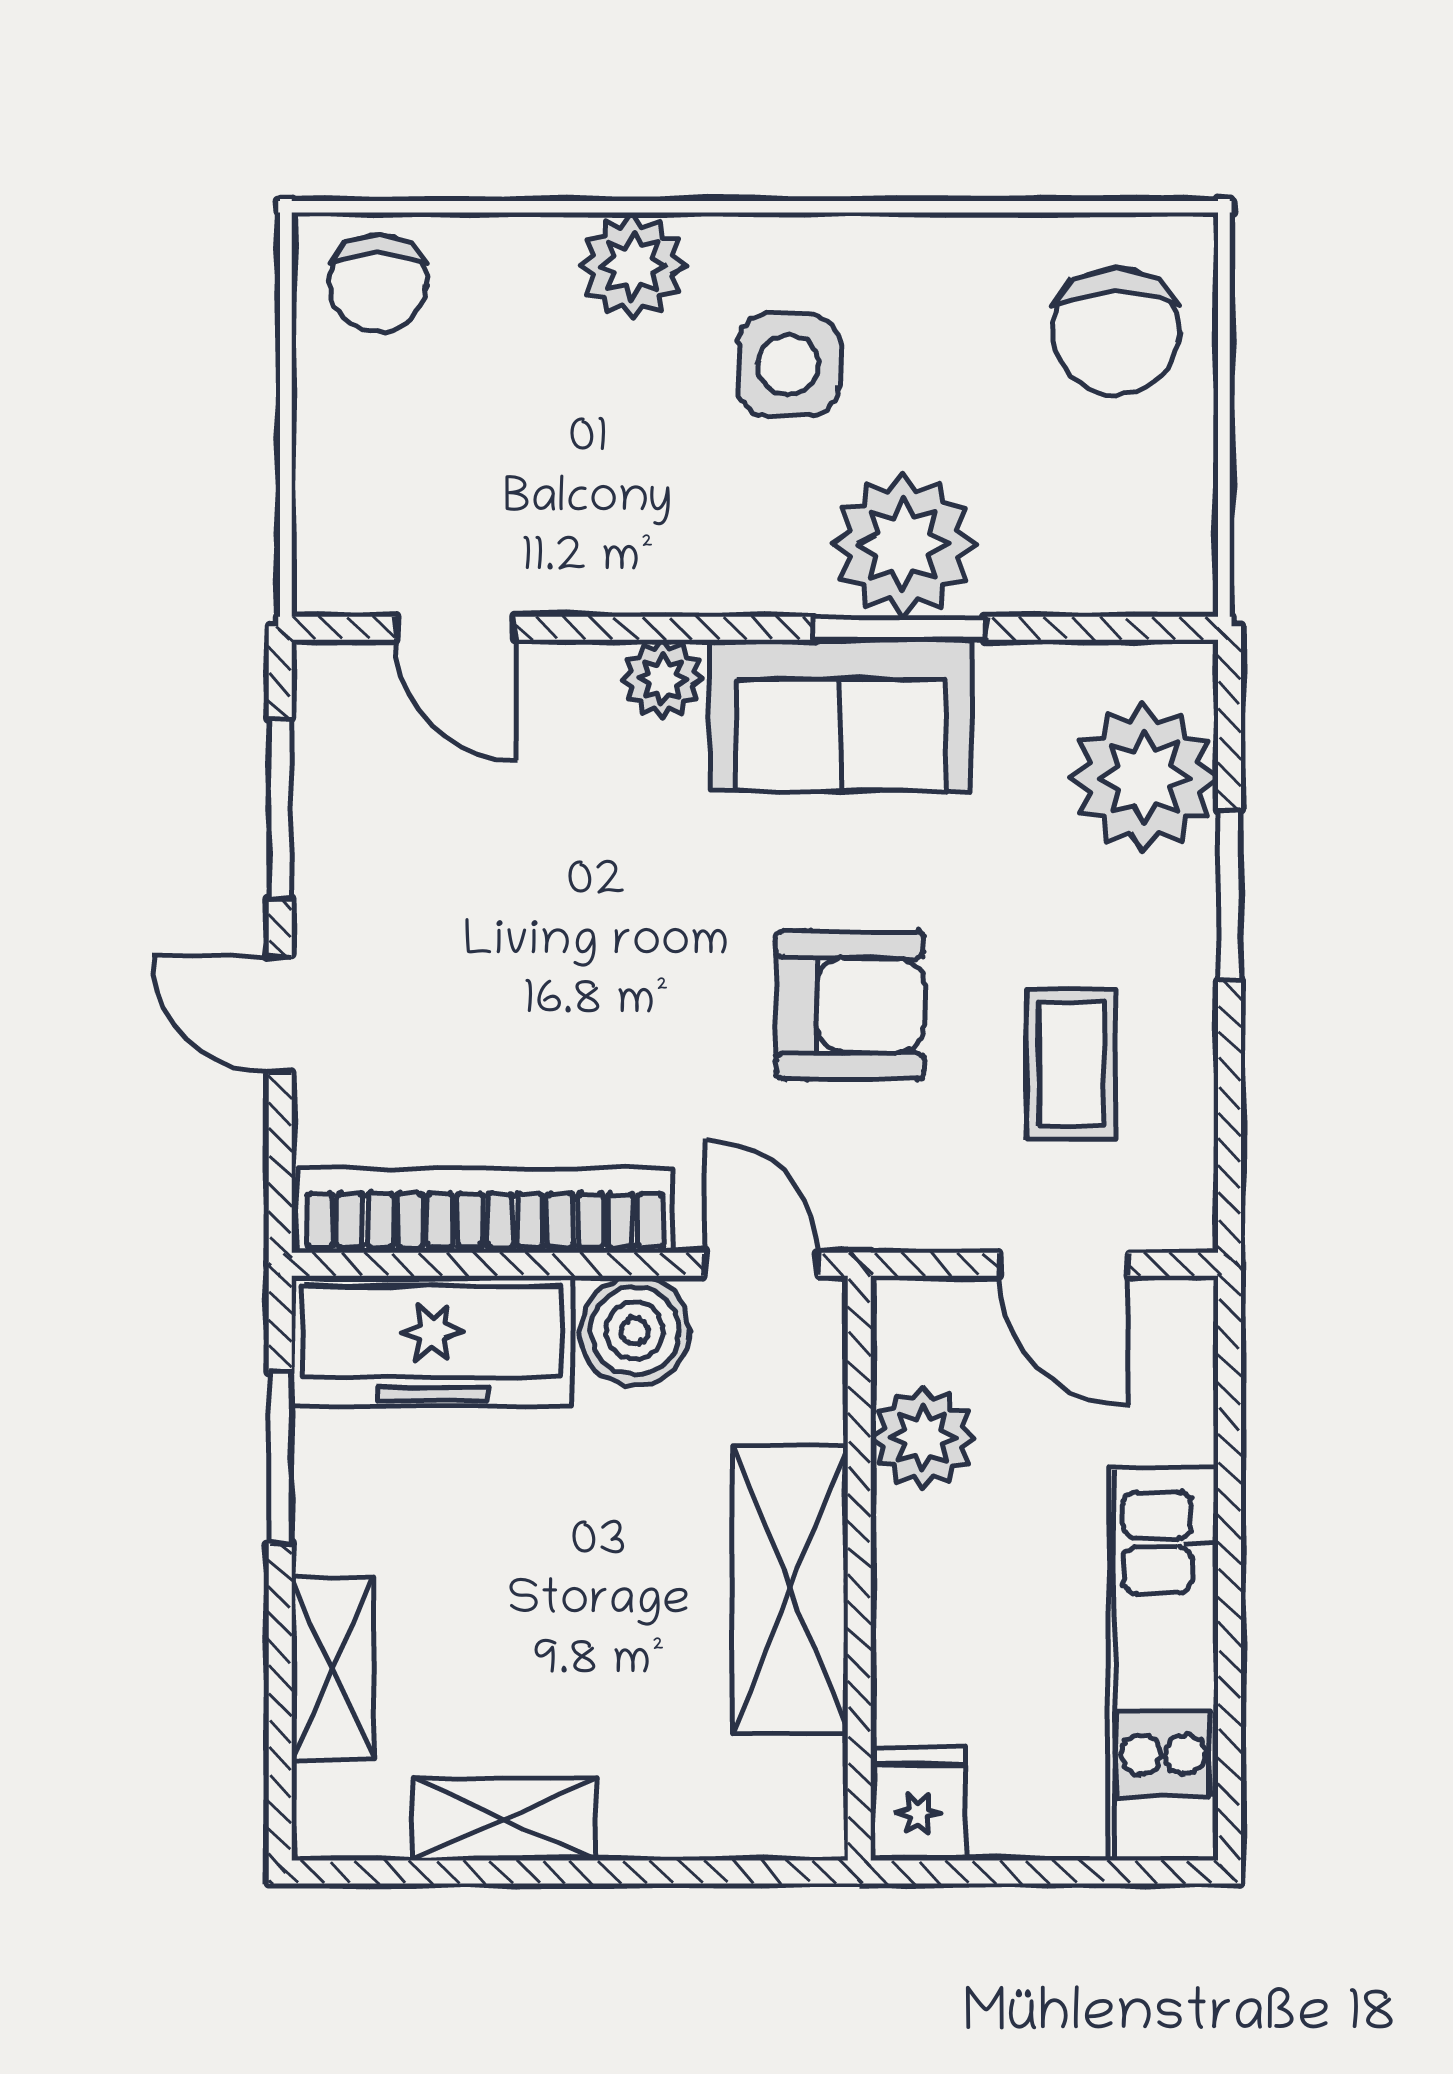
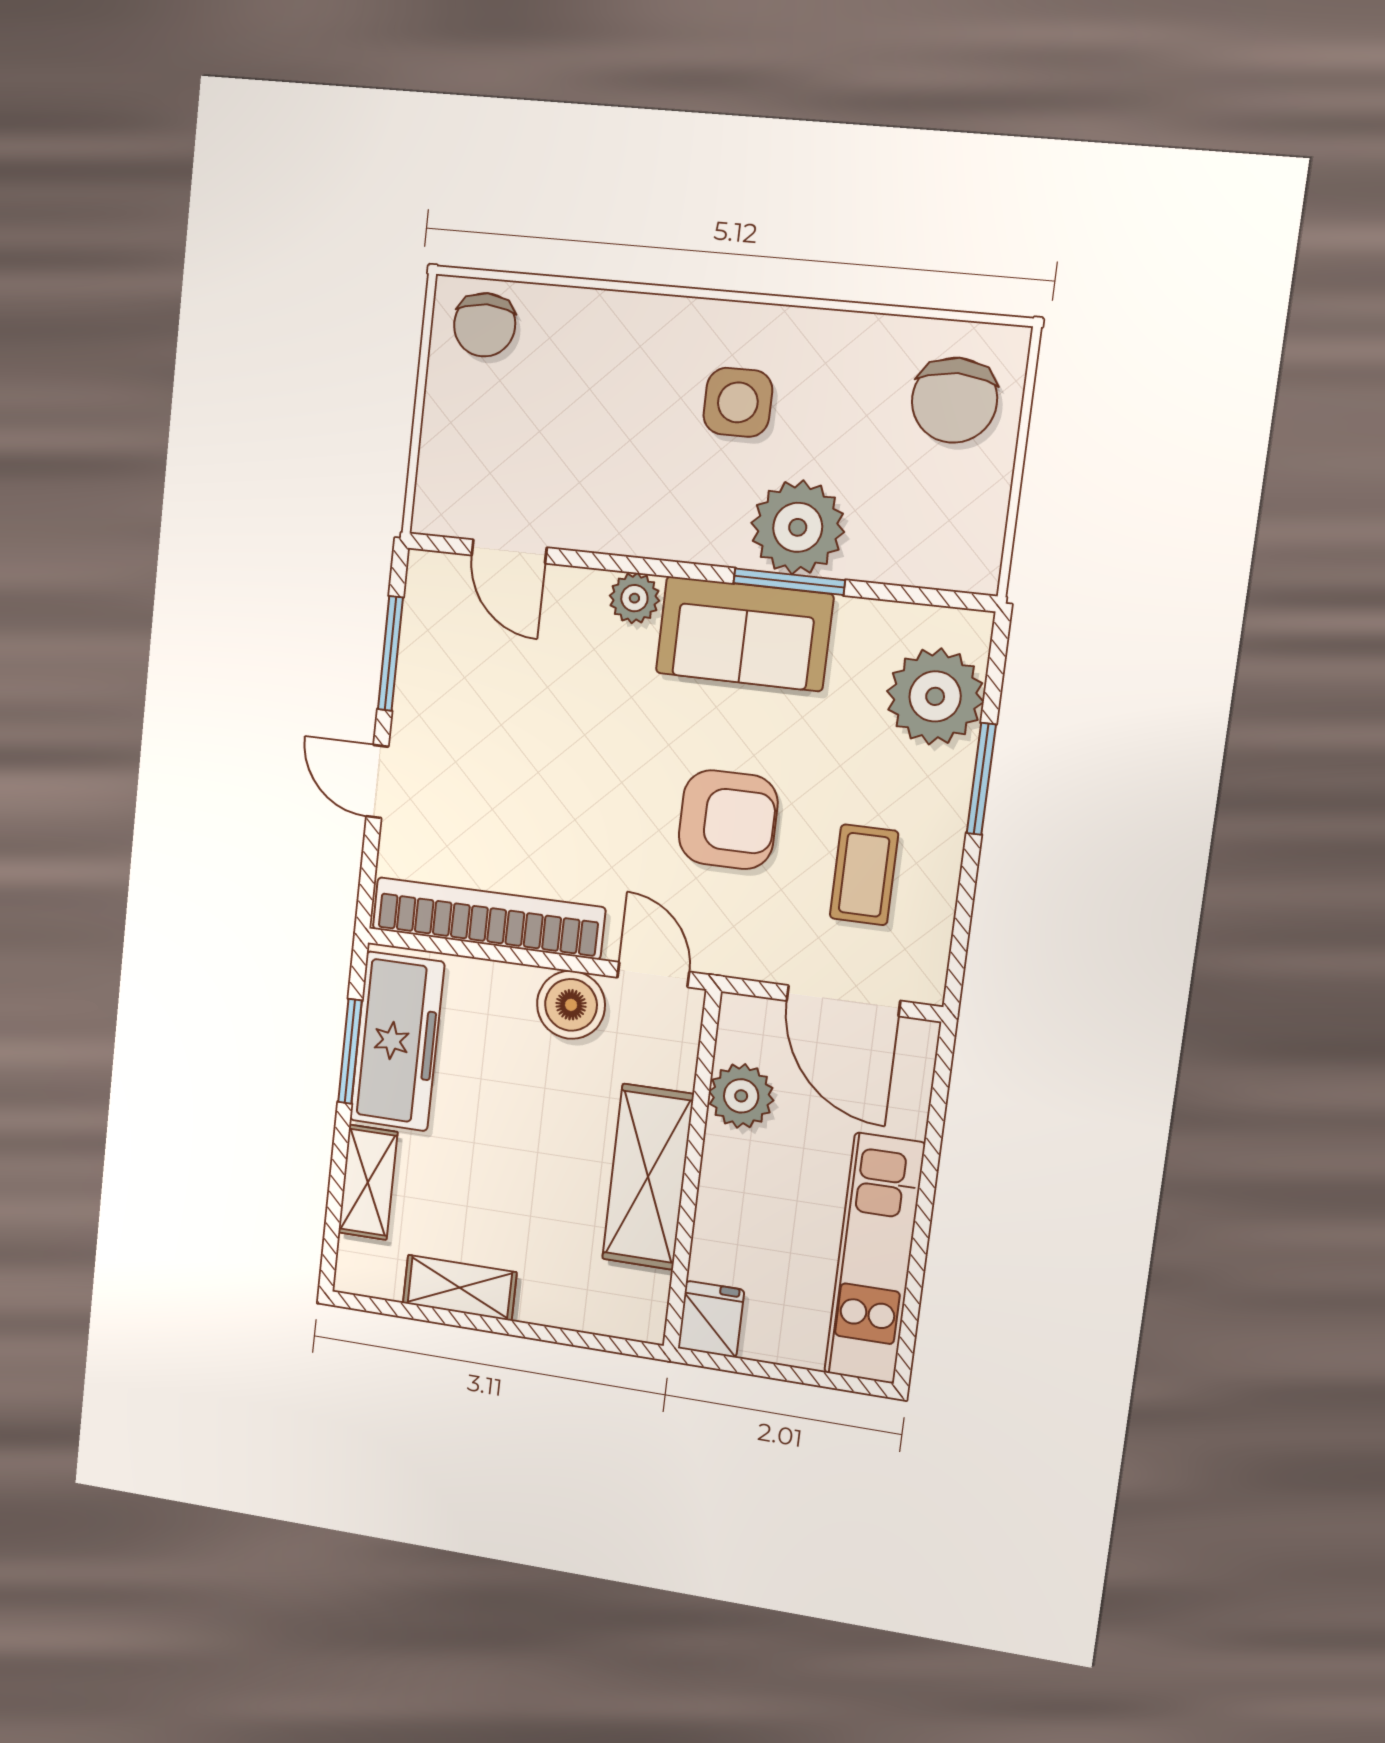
plant: (633, 266) -> (646, 328), removed
door: (1063, 1264) -> (843, 1001), width x1.38
freezer: (432, 1341) -> (397, 1041), moved, turned -90

